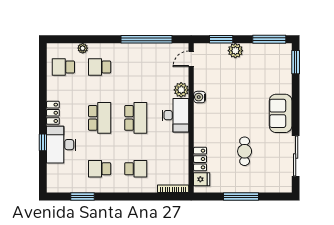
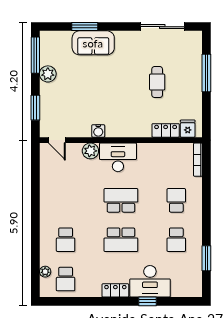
window: (147, 39) -> (35, 189), removed
plant: (83, 48) -> (45, 272), moved
plant: (235, 51) -> (48, 74), moved
window: (296, 62) -> (85, 27), moved
sofa: (281, 113) -> (93, 43), moved
school desk: (100, 118) -> (121, 240), turned 180
cafe table: (245, 151) -> (157, 82), turned 90
window: (241, 197) -> (206, 73), moved

